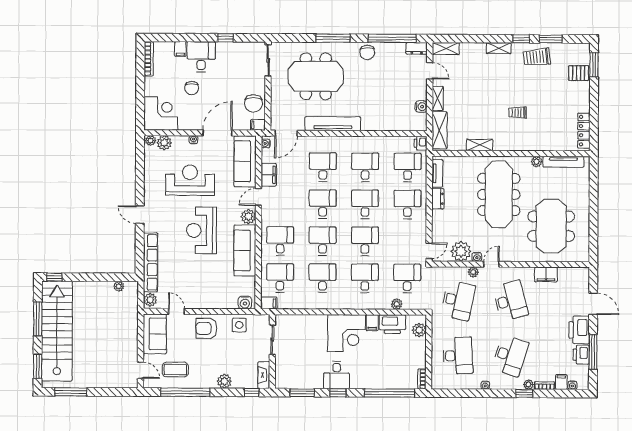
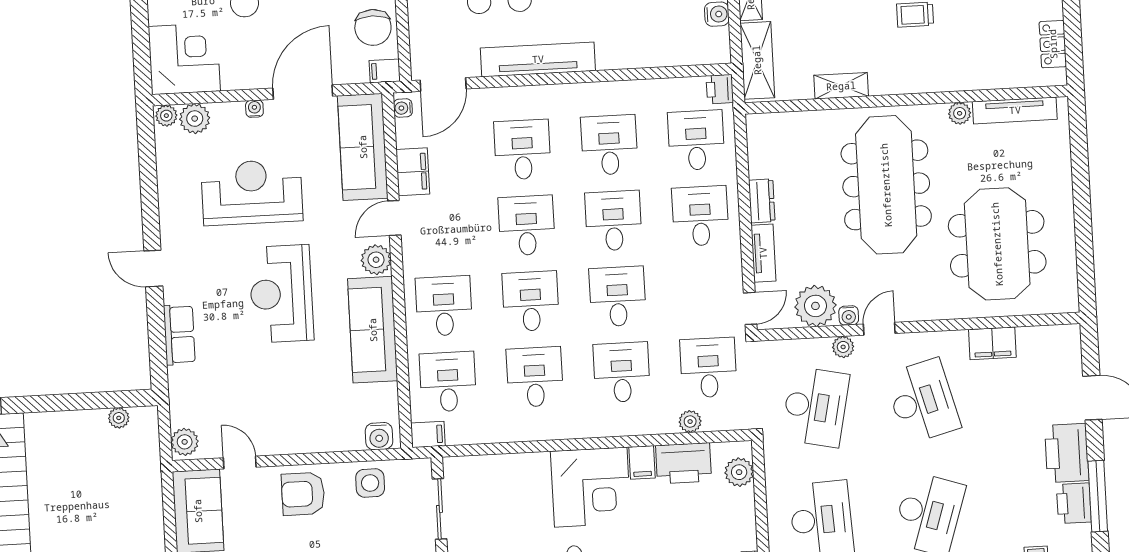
locker: (584, 131) -> (1053, 44), width x0.66
tv unit: (437, 173) -> (763, 253), moved
row of seats: (151, 262) -> (179, 335), width x0.50

